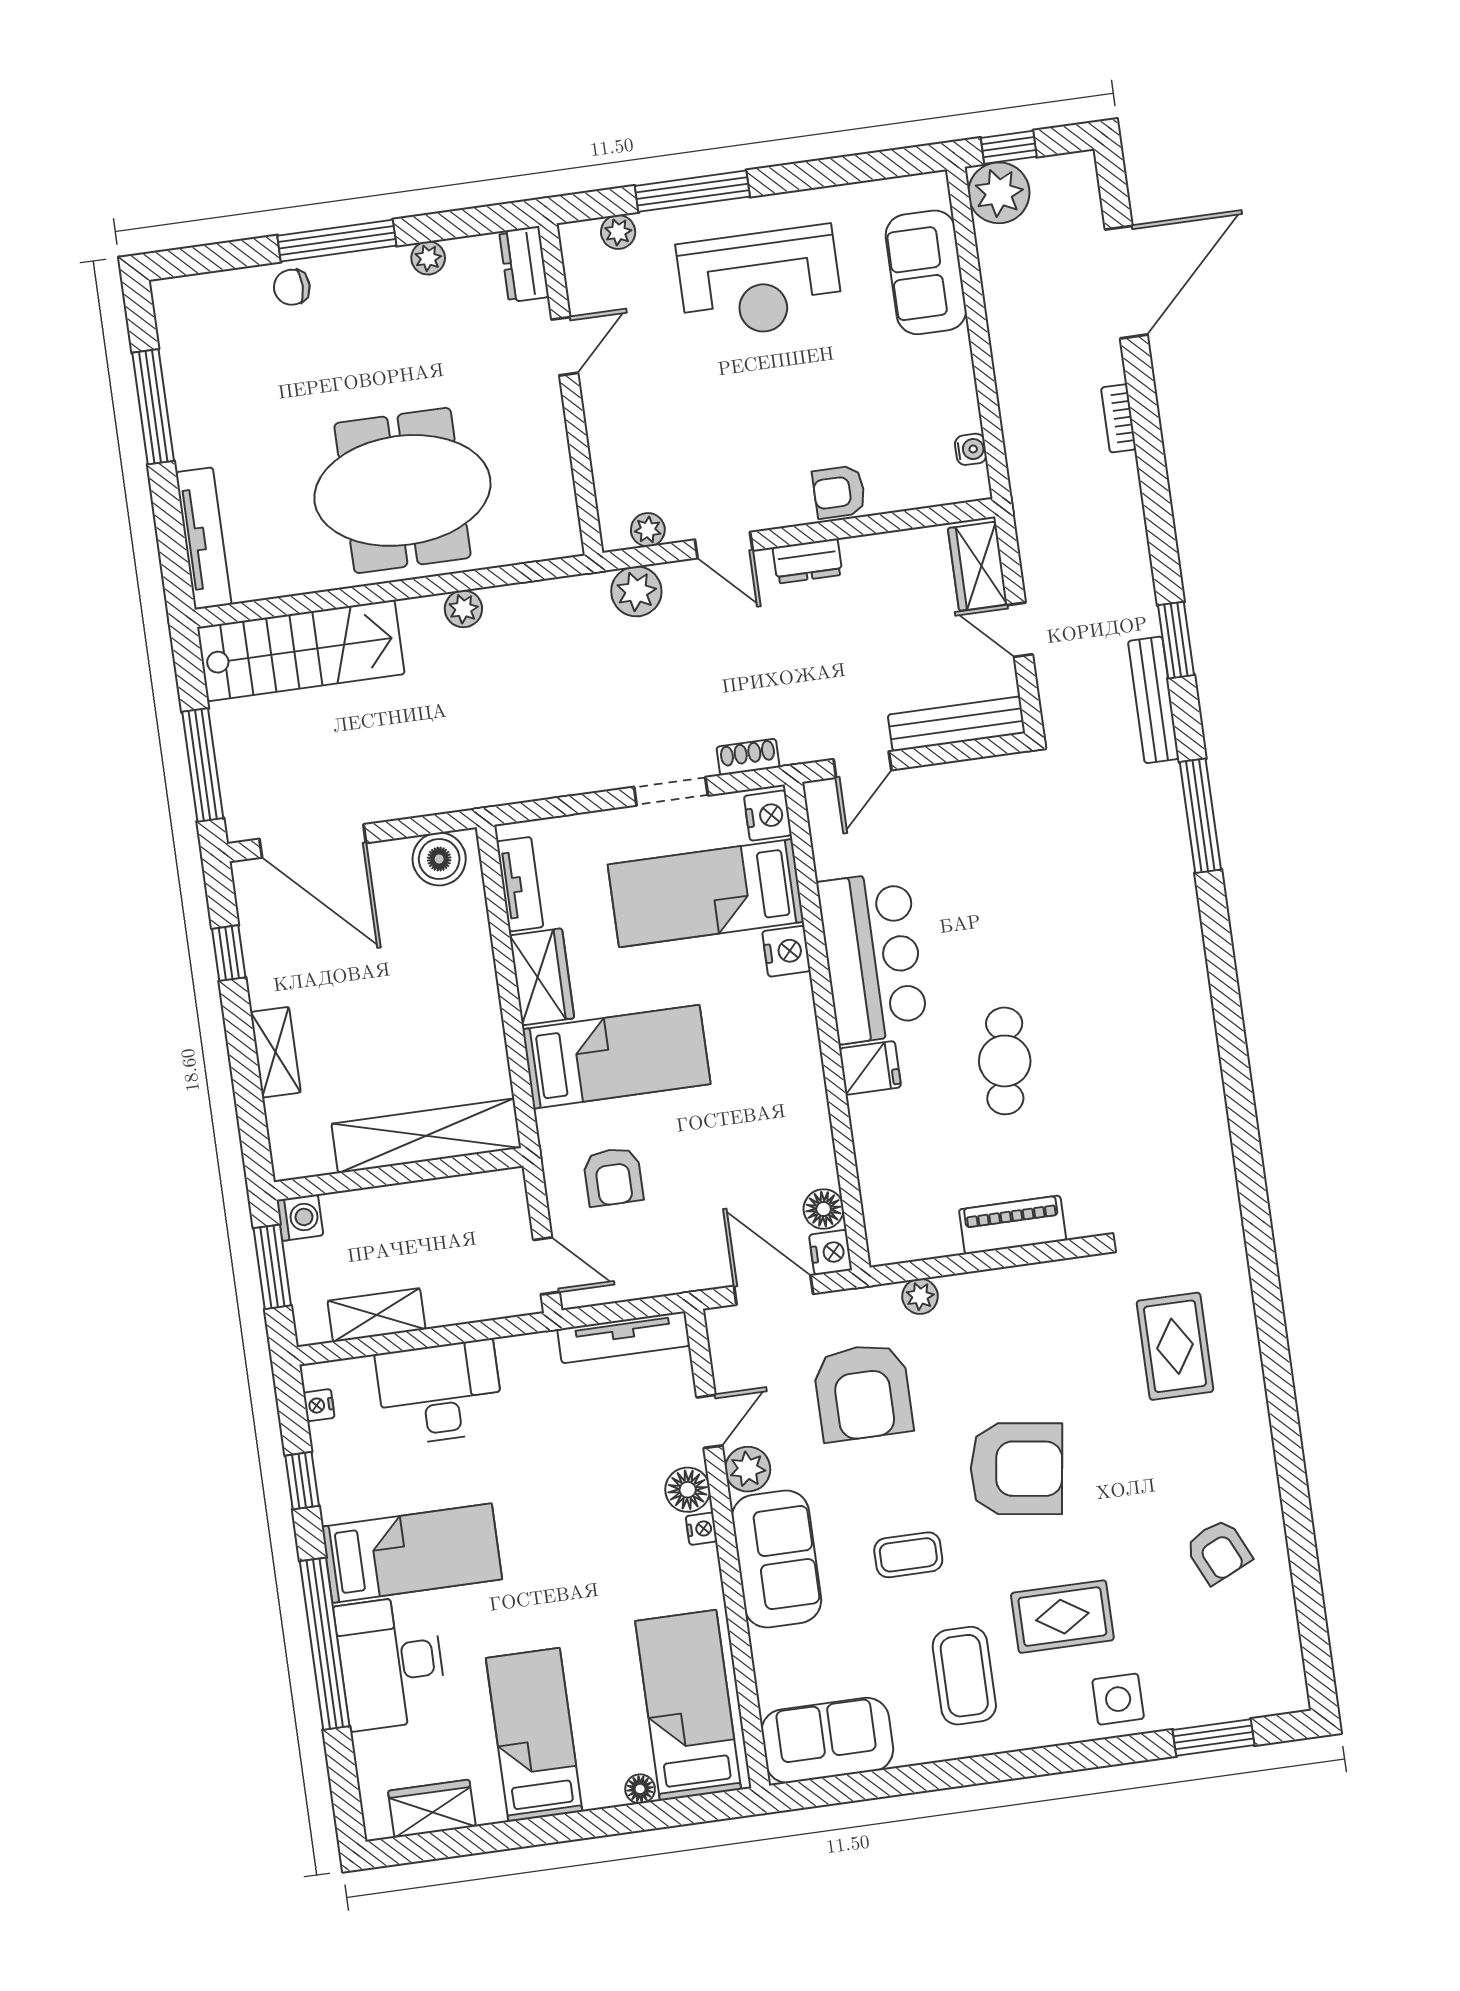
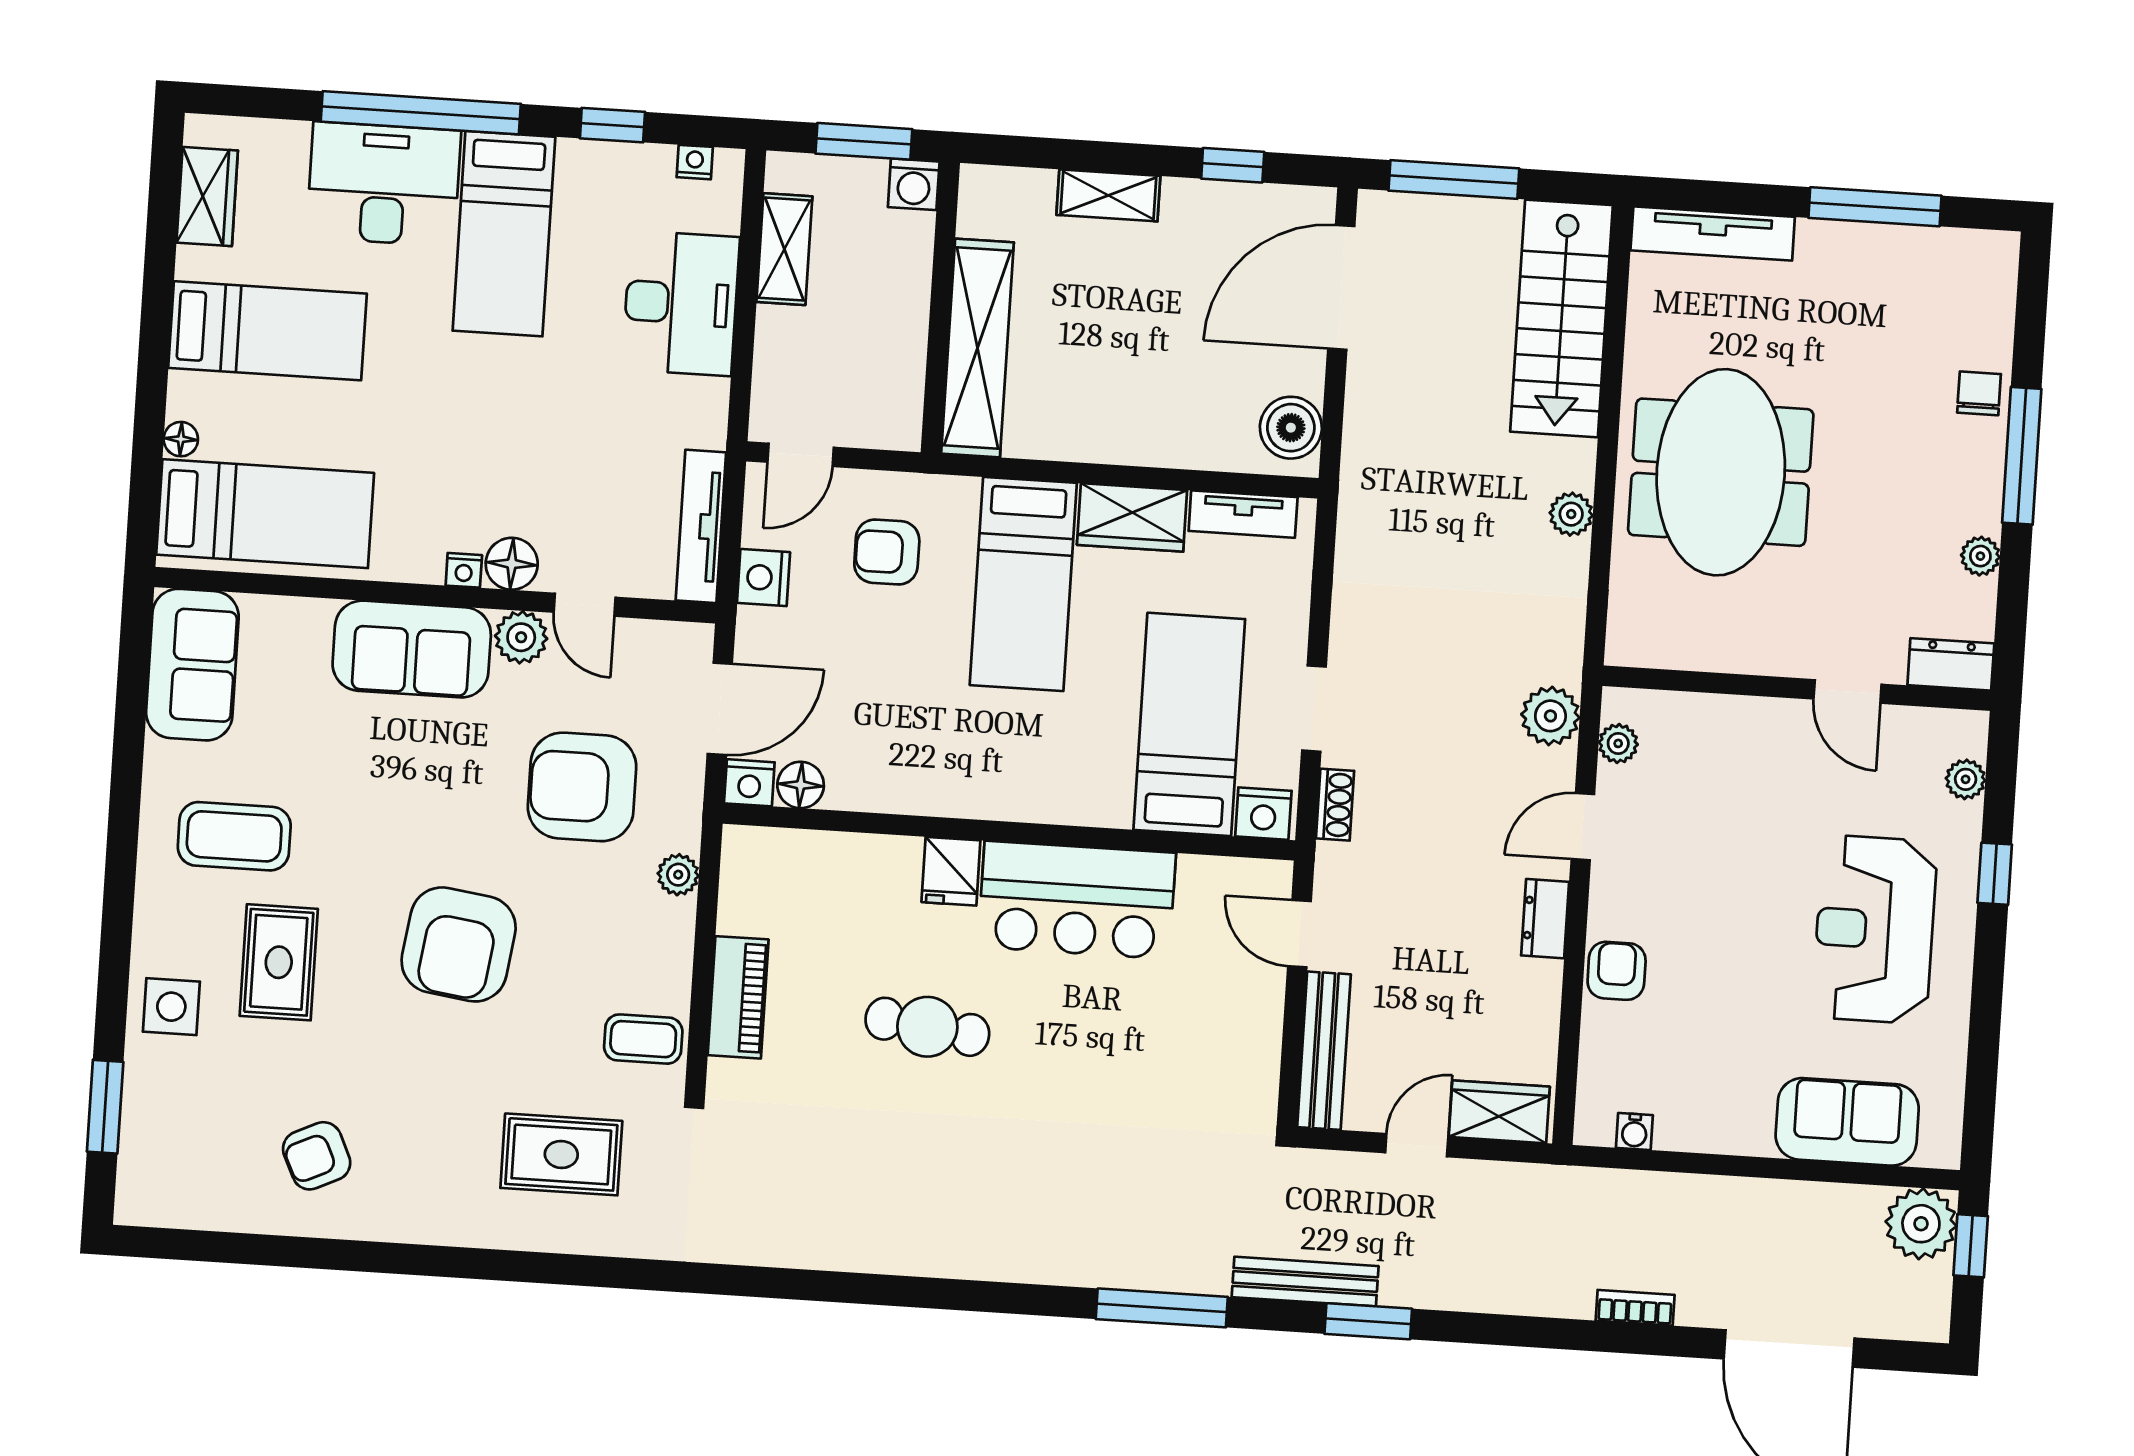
window: (692, 191) -> (1995, 874), width x0.46
nightstand: (786, 951) -> (763, 578), moved, turned 90
coffee table: (908, 1555) -> (643, 1039), moved, turned 90

